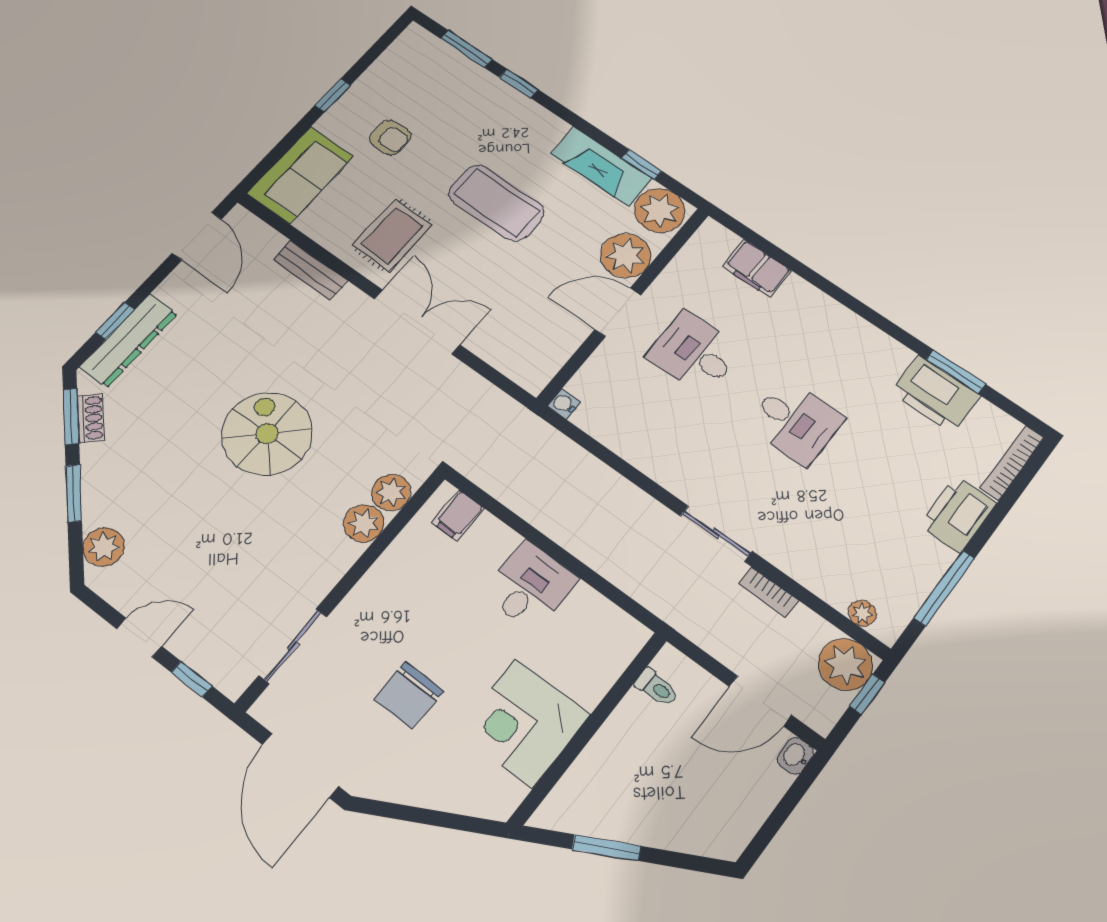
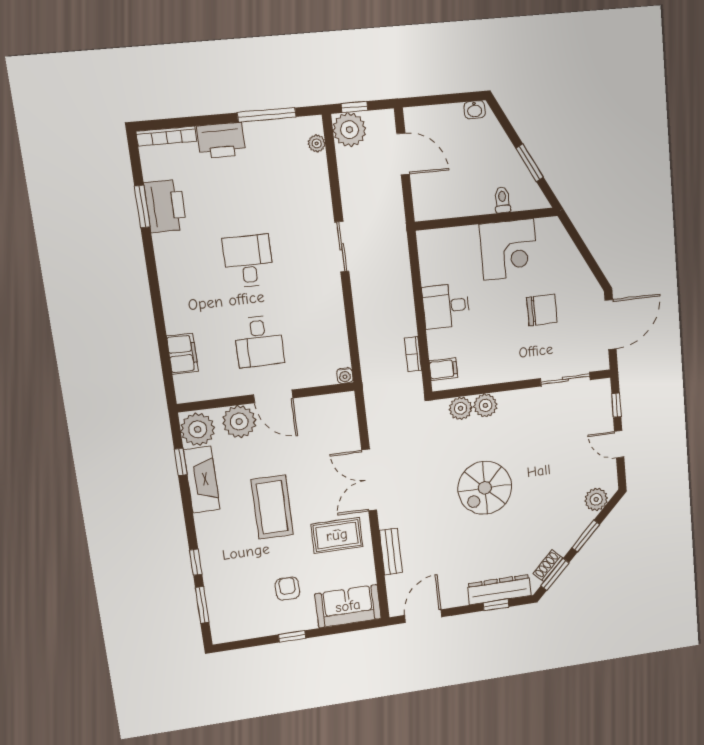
bookcase: (769, 592) -> (413, 354), moved, turned 180
toilet: (657, 688) -> (502, 200), moved
washbasin: (796, 756) -> (475, 110), moved

